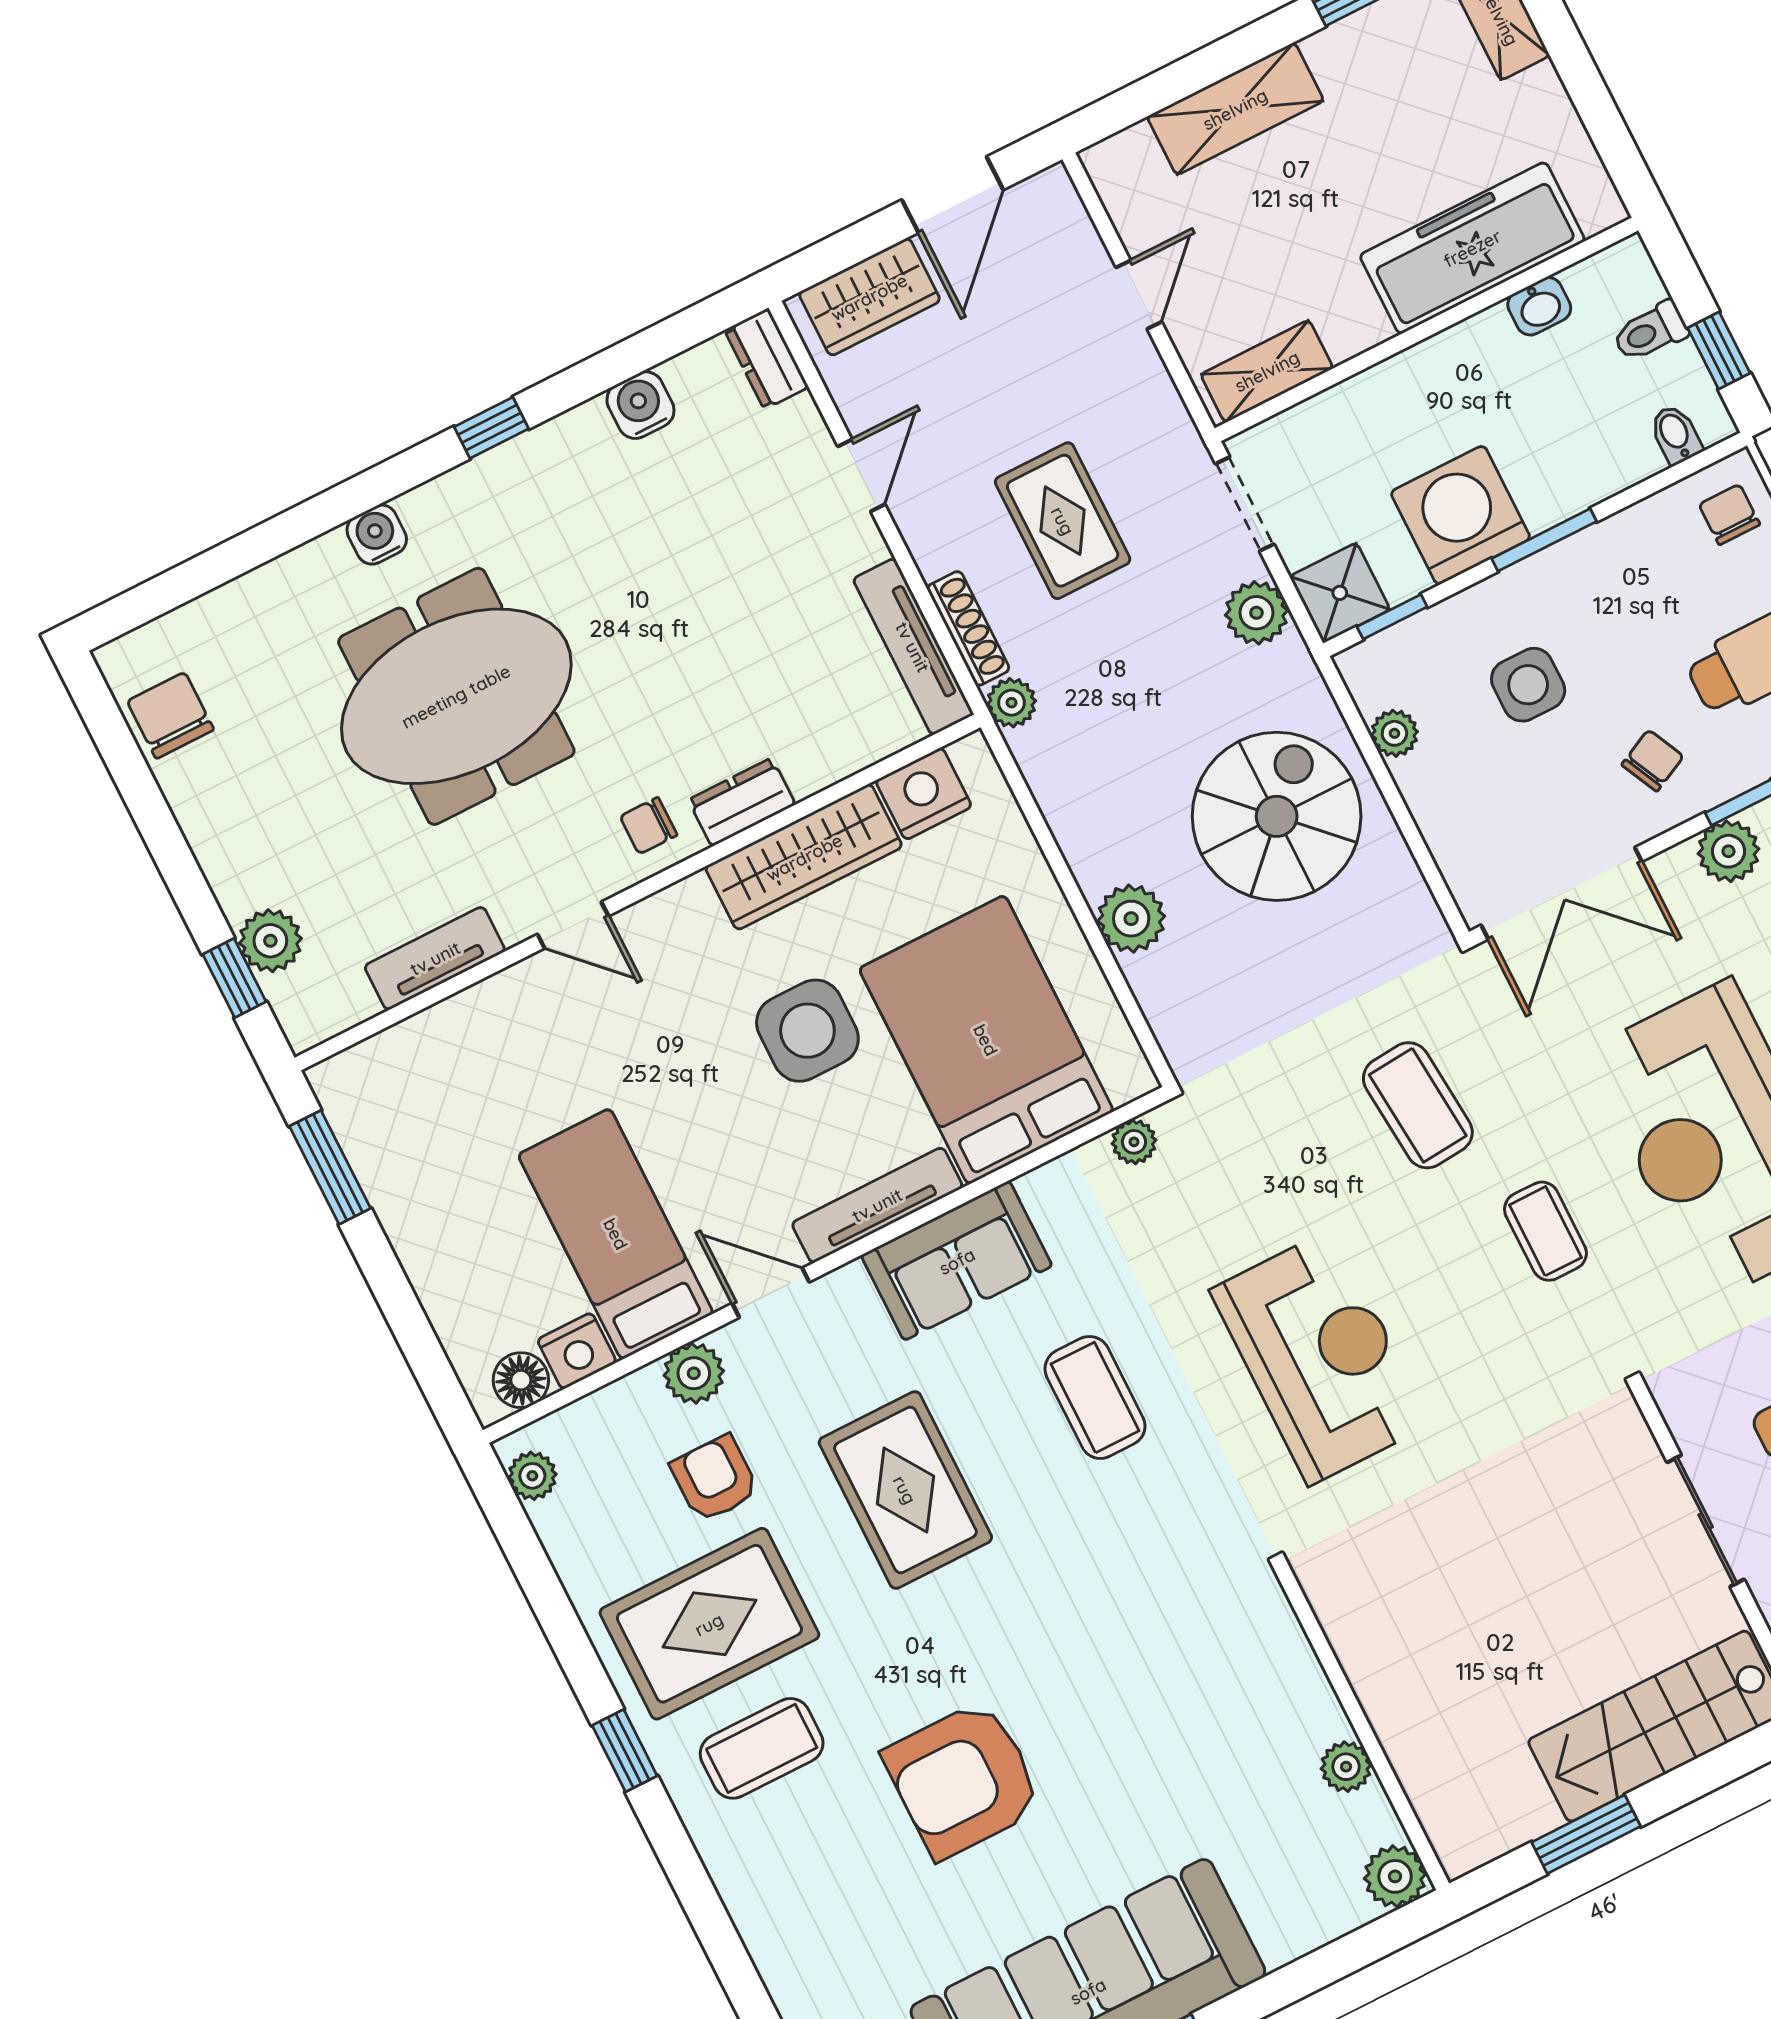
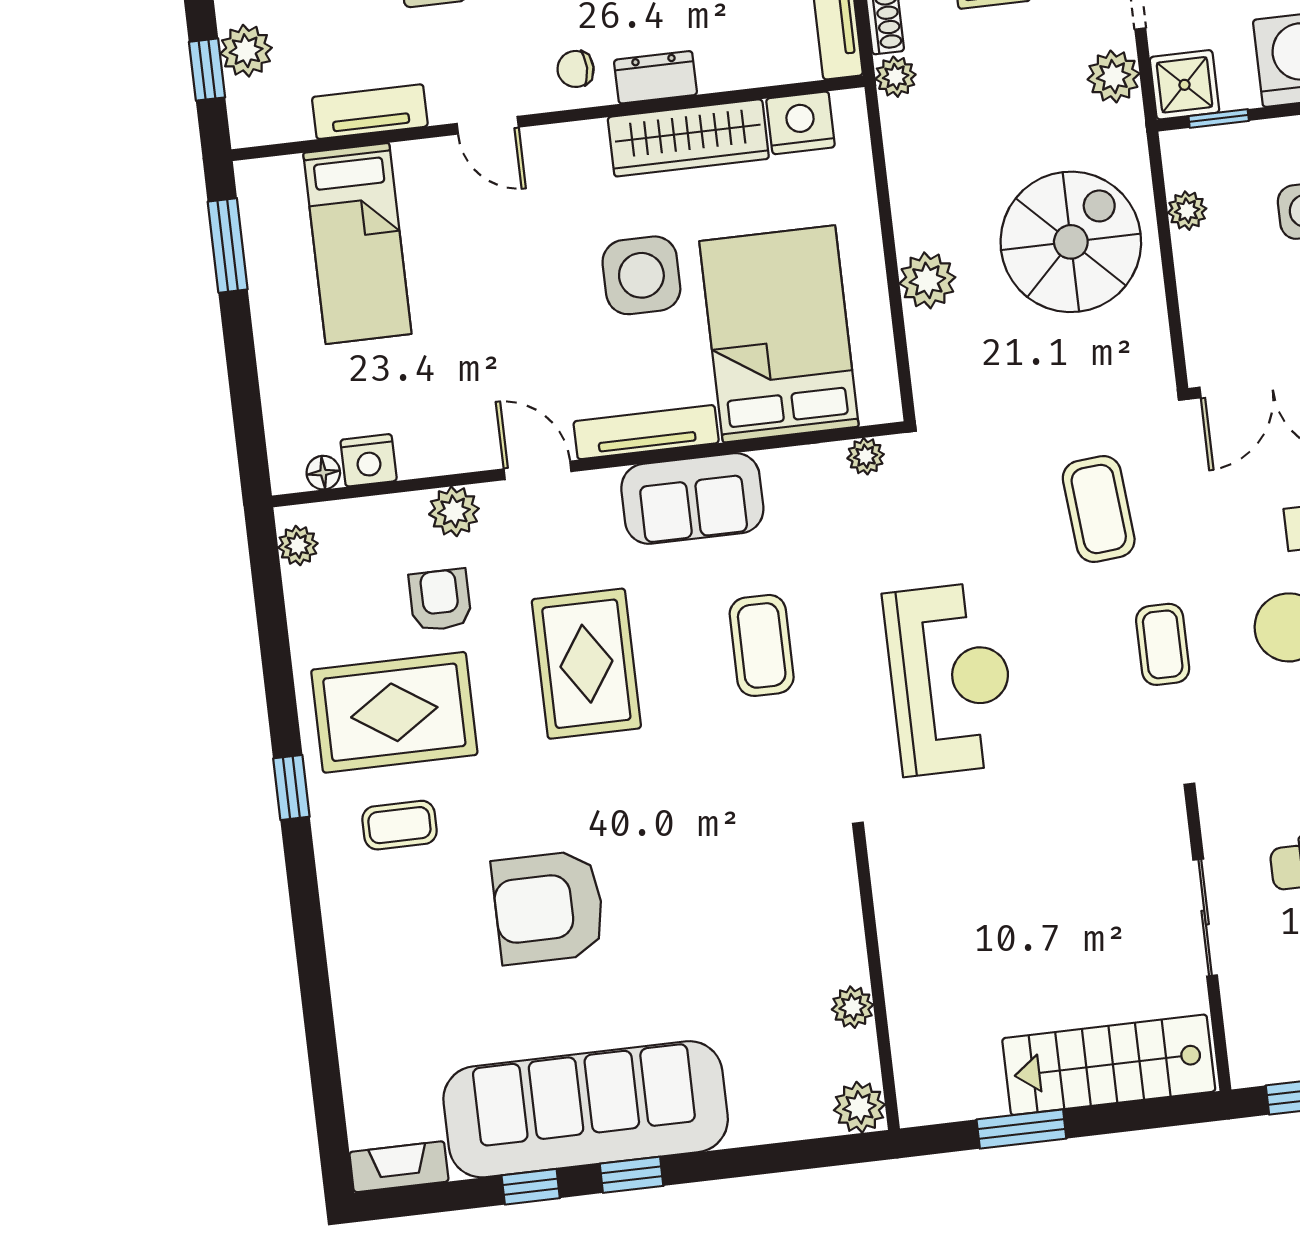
bed: (616, 1234) -> (357, 243), moved, turned 180
floor lamp: (521, 1380) -> (323, 473), width x0.73, depth x0.73
coffee table: (762, 1748) -> (399, 825), width x0.73, depth x0.77

